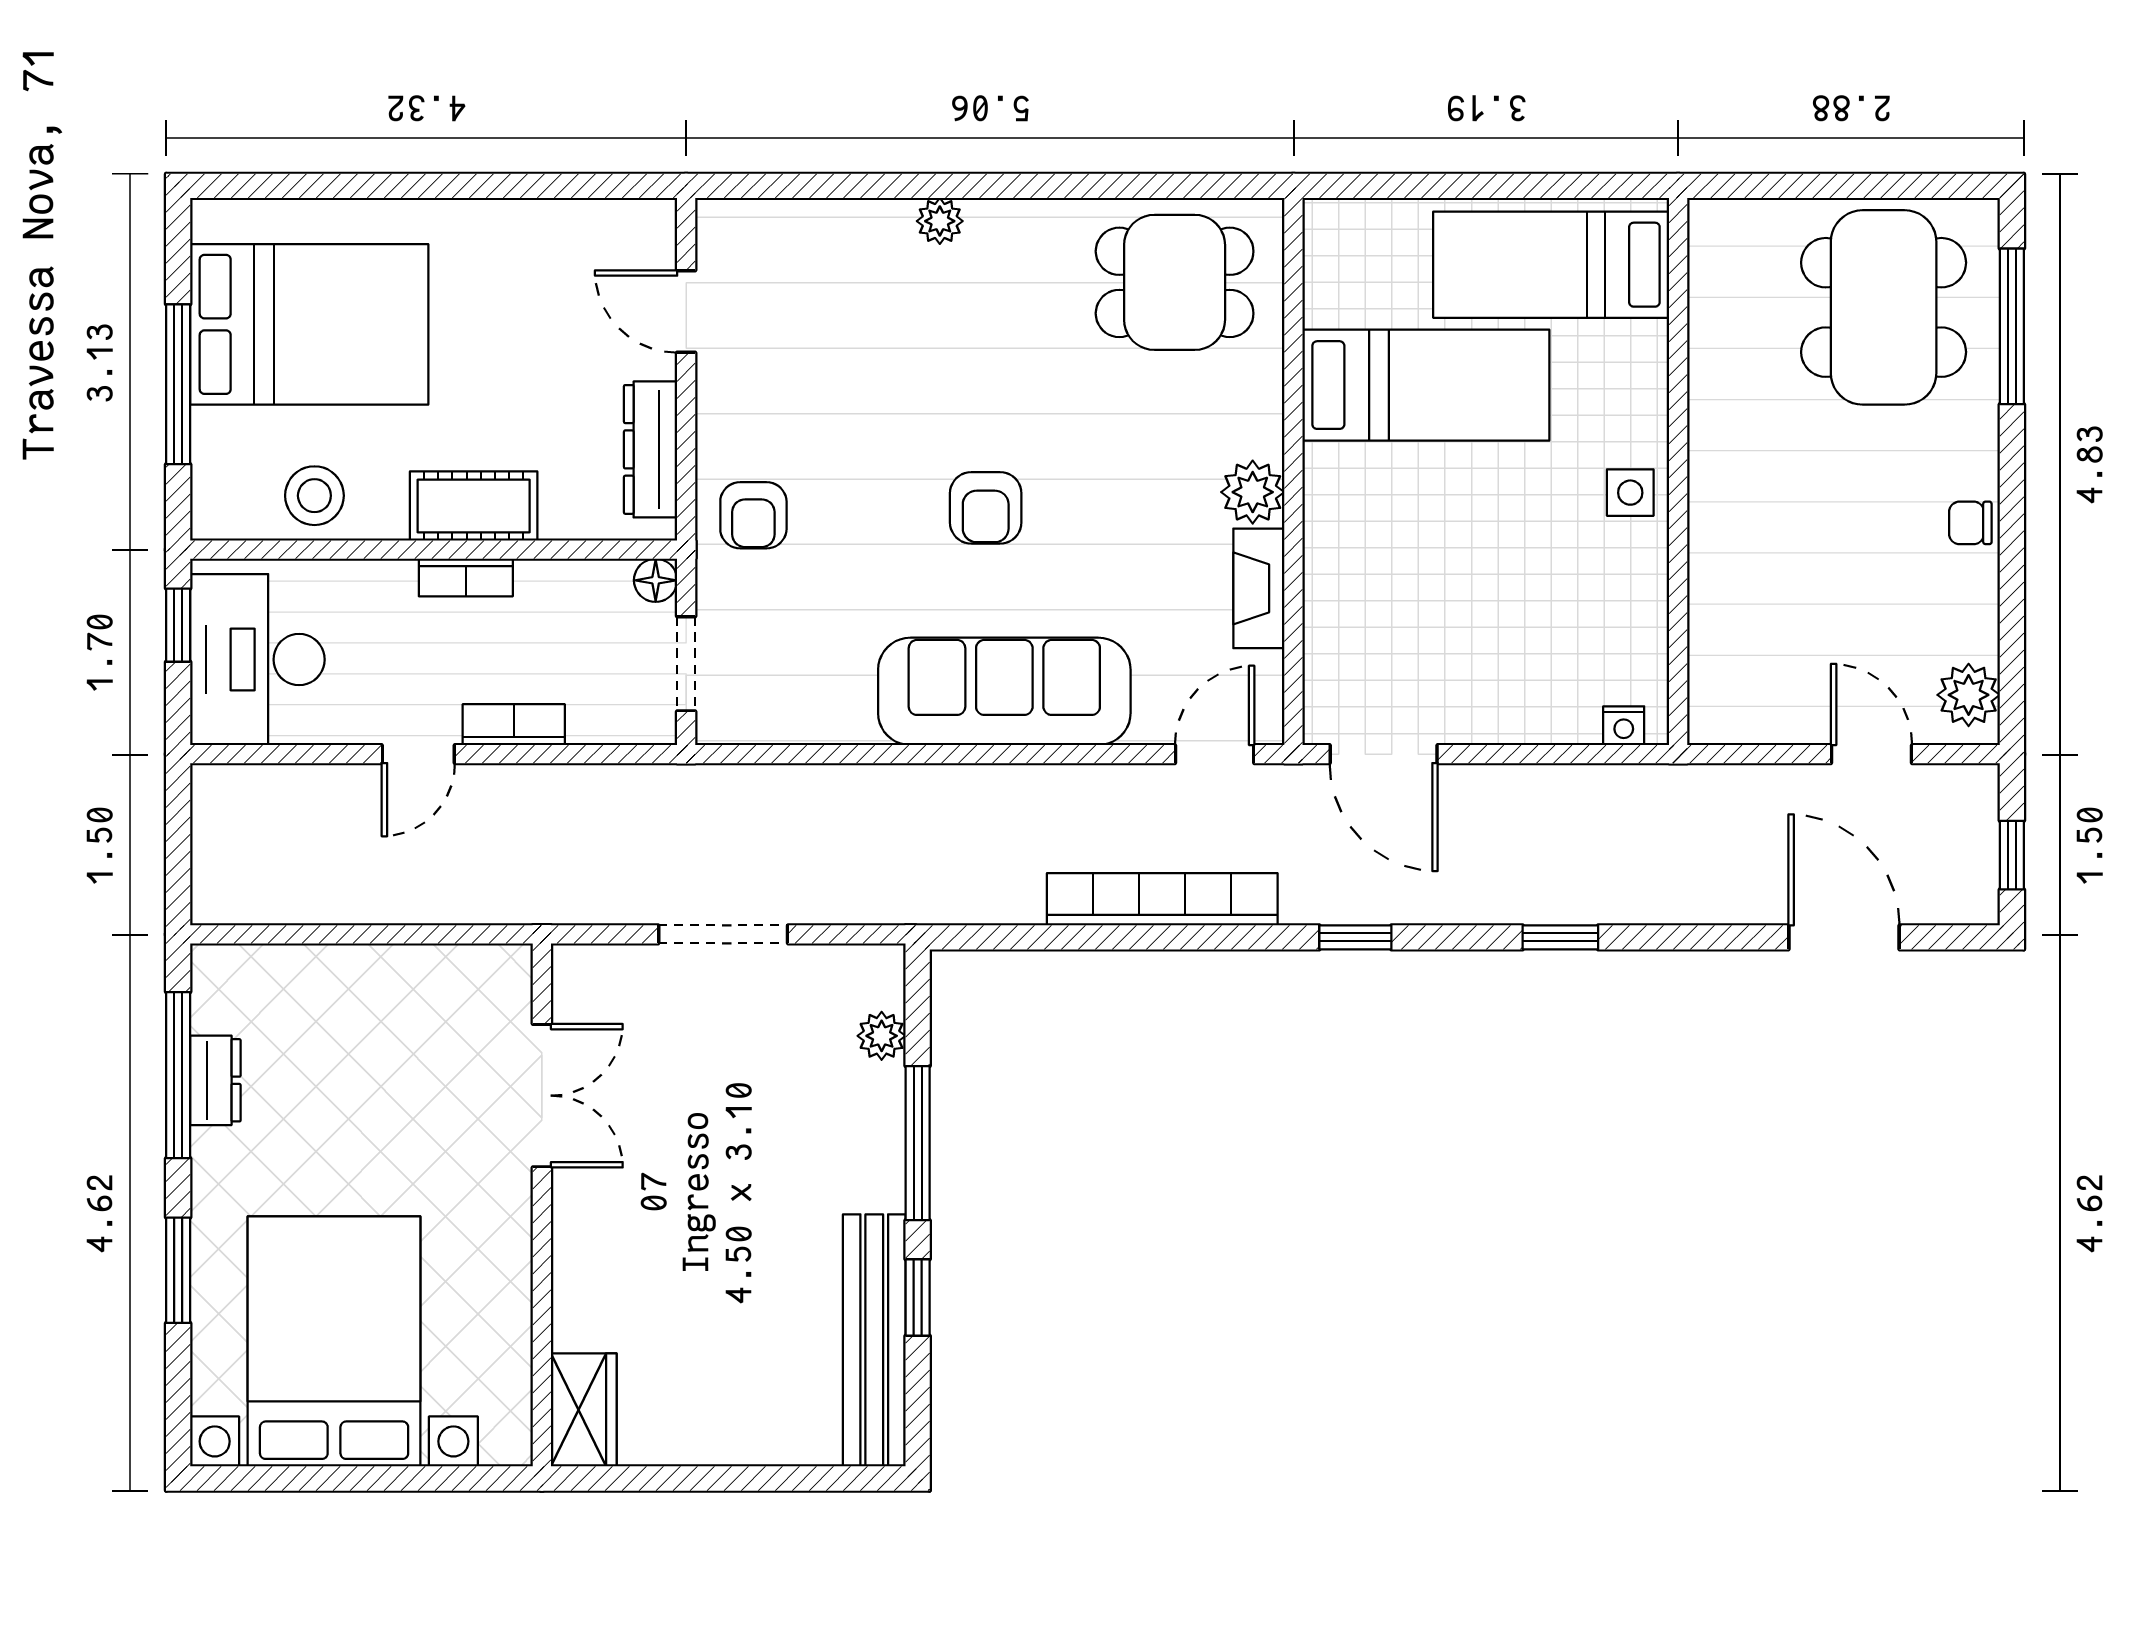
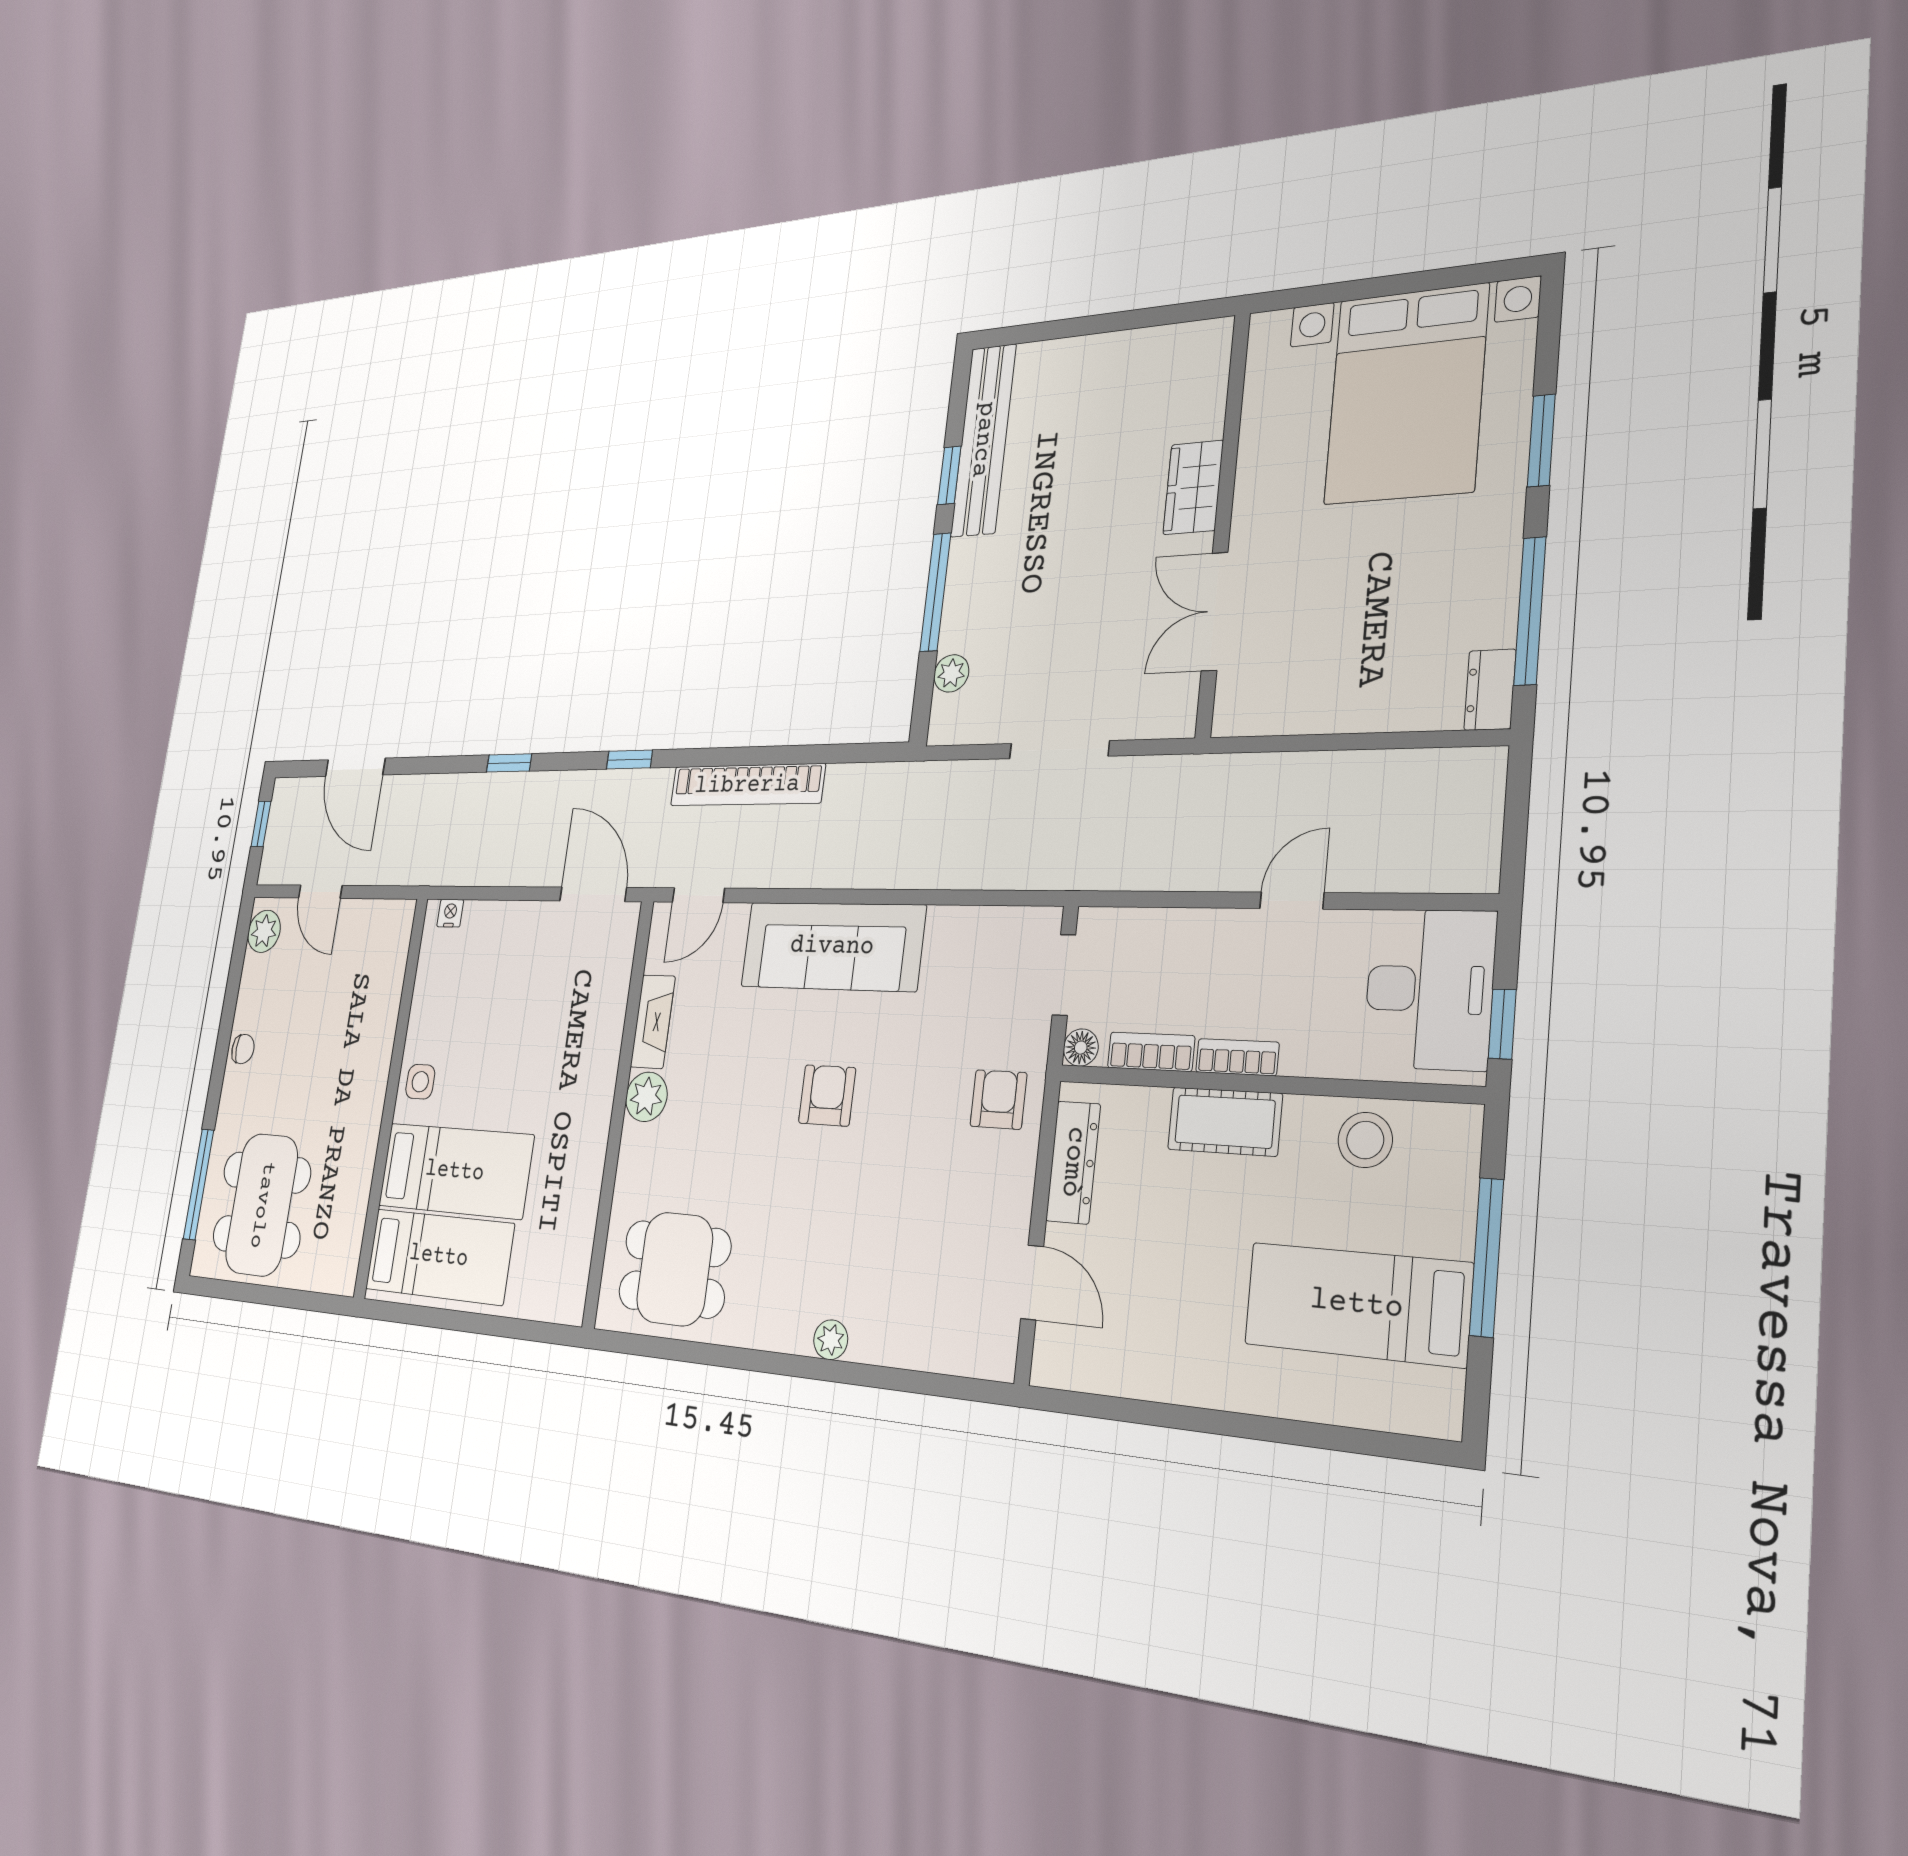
bed: (309, 324) -> (1357, 1304), width x0.67
bed: (1426, 385) -> (455, 1171), moved, turned 180
bookcase: (514, 725) -> (1151, 1052), moved, turned 180
dresser: (215, 1080) -> (1490, 690), moved
wardrobe: (584, 1410) -> (1193, 487), moved

